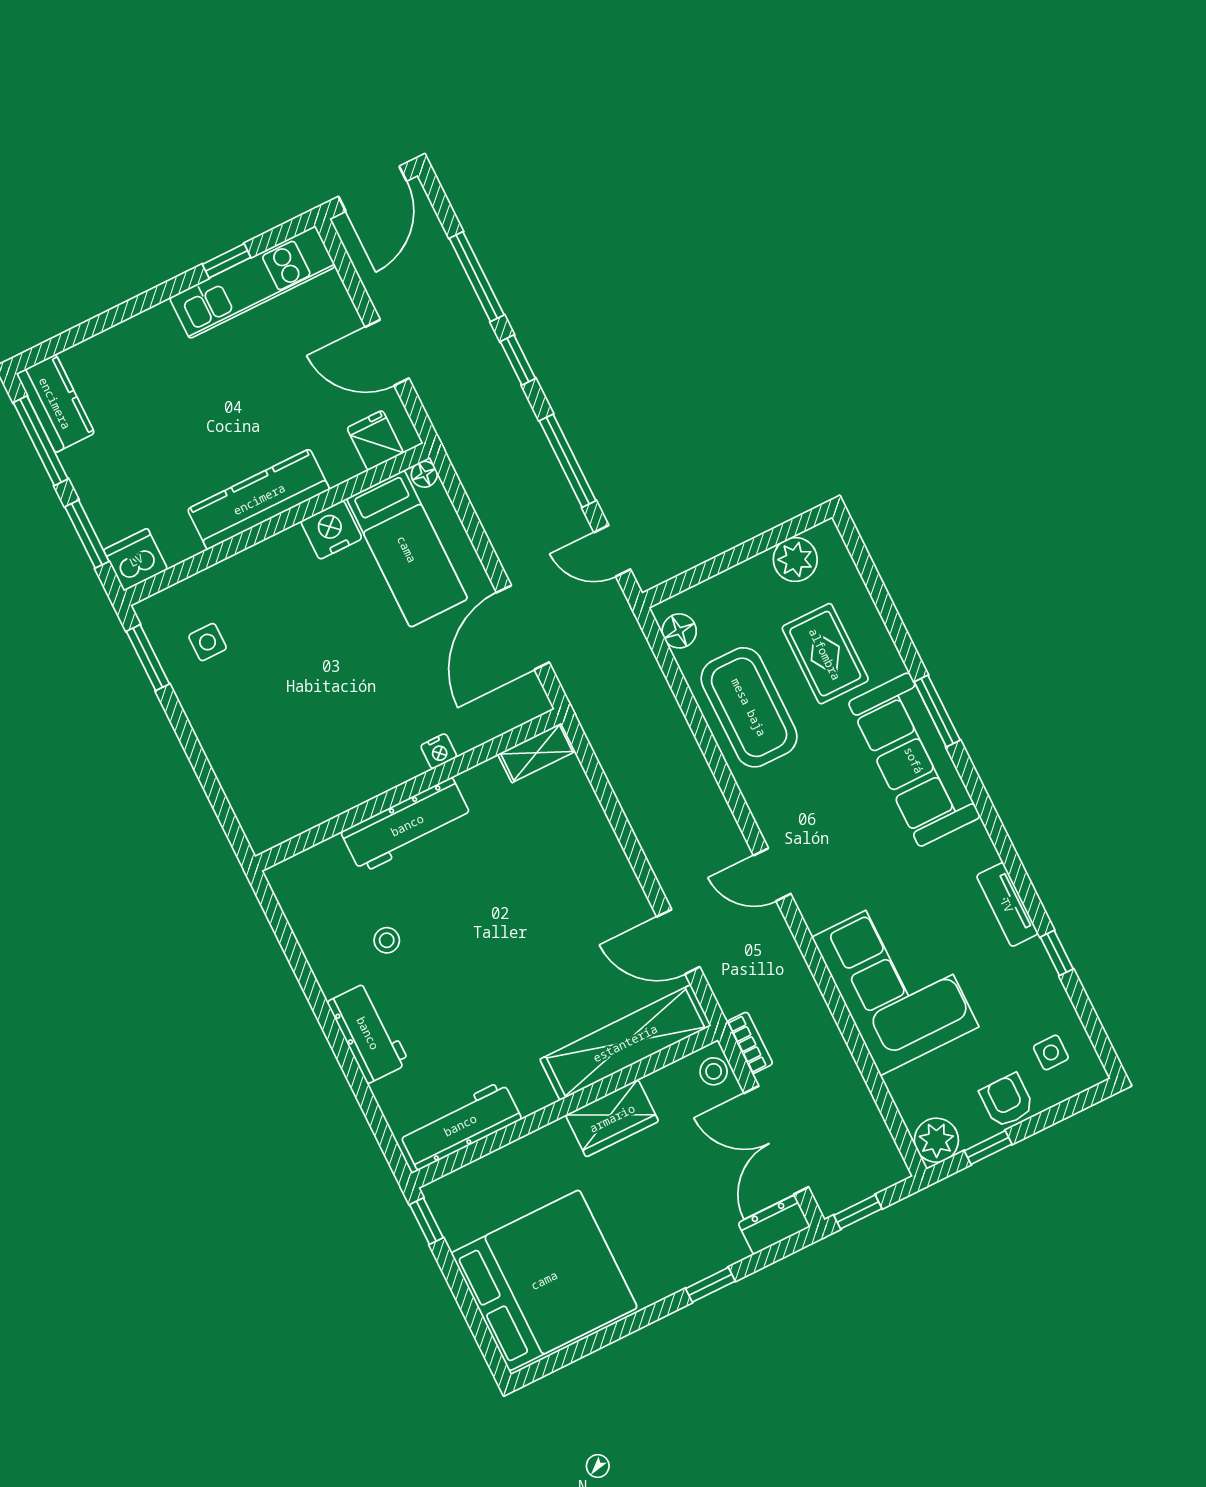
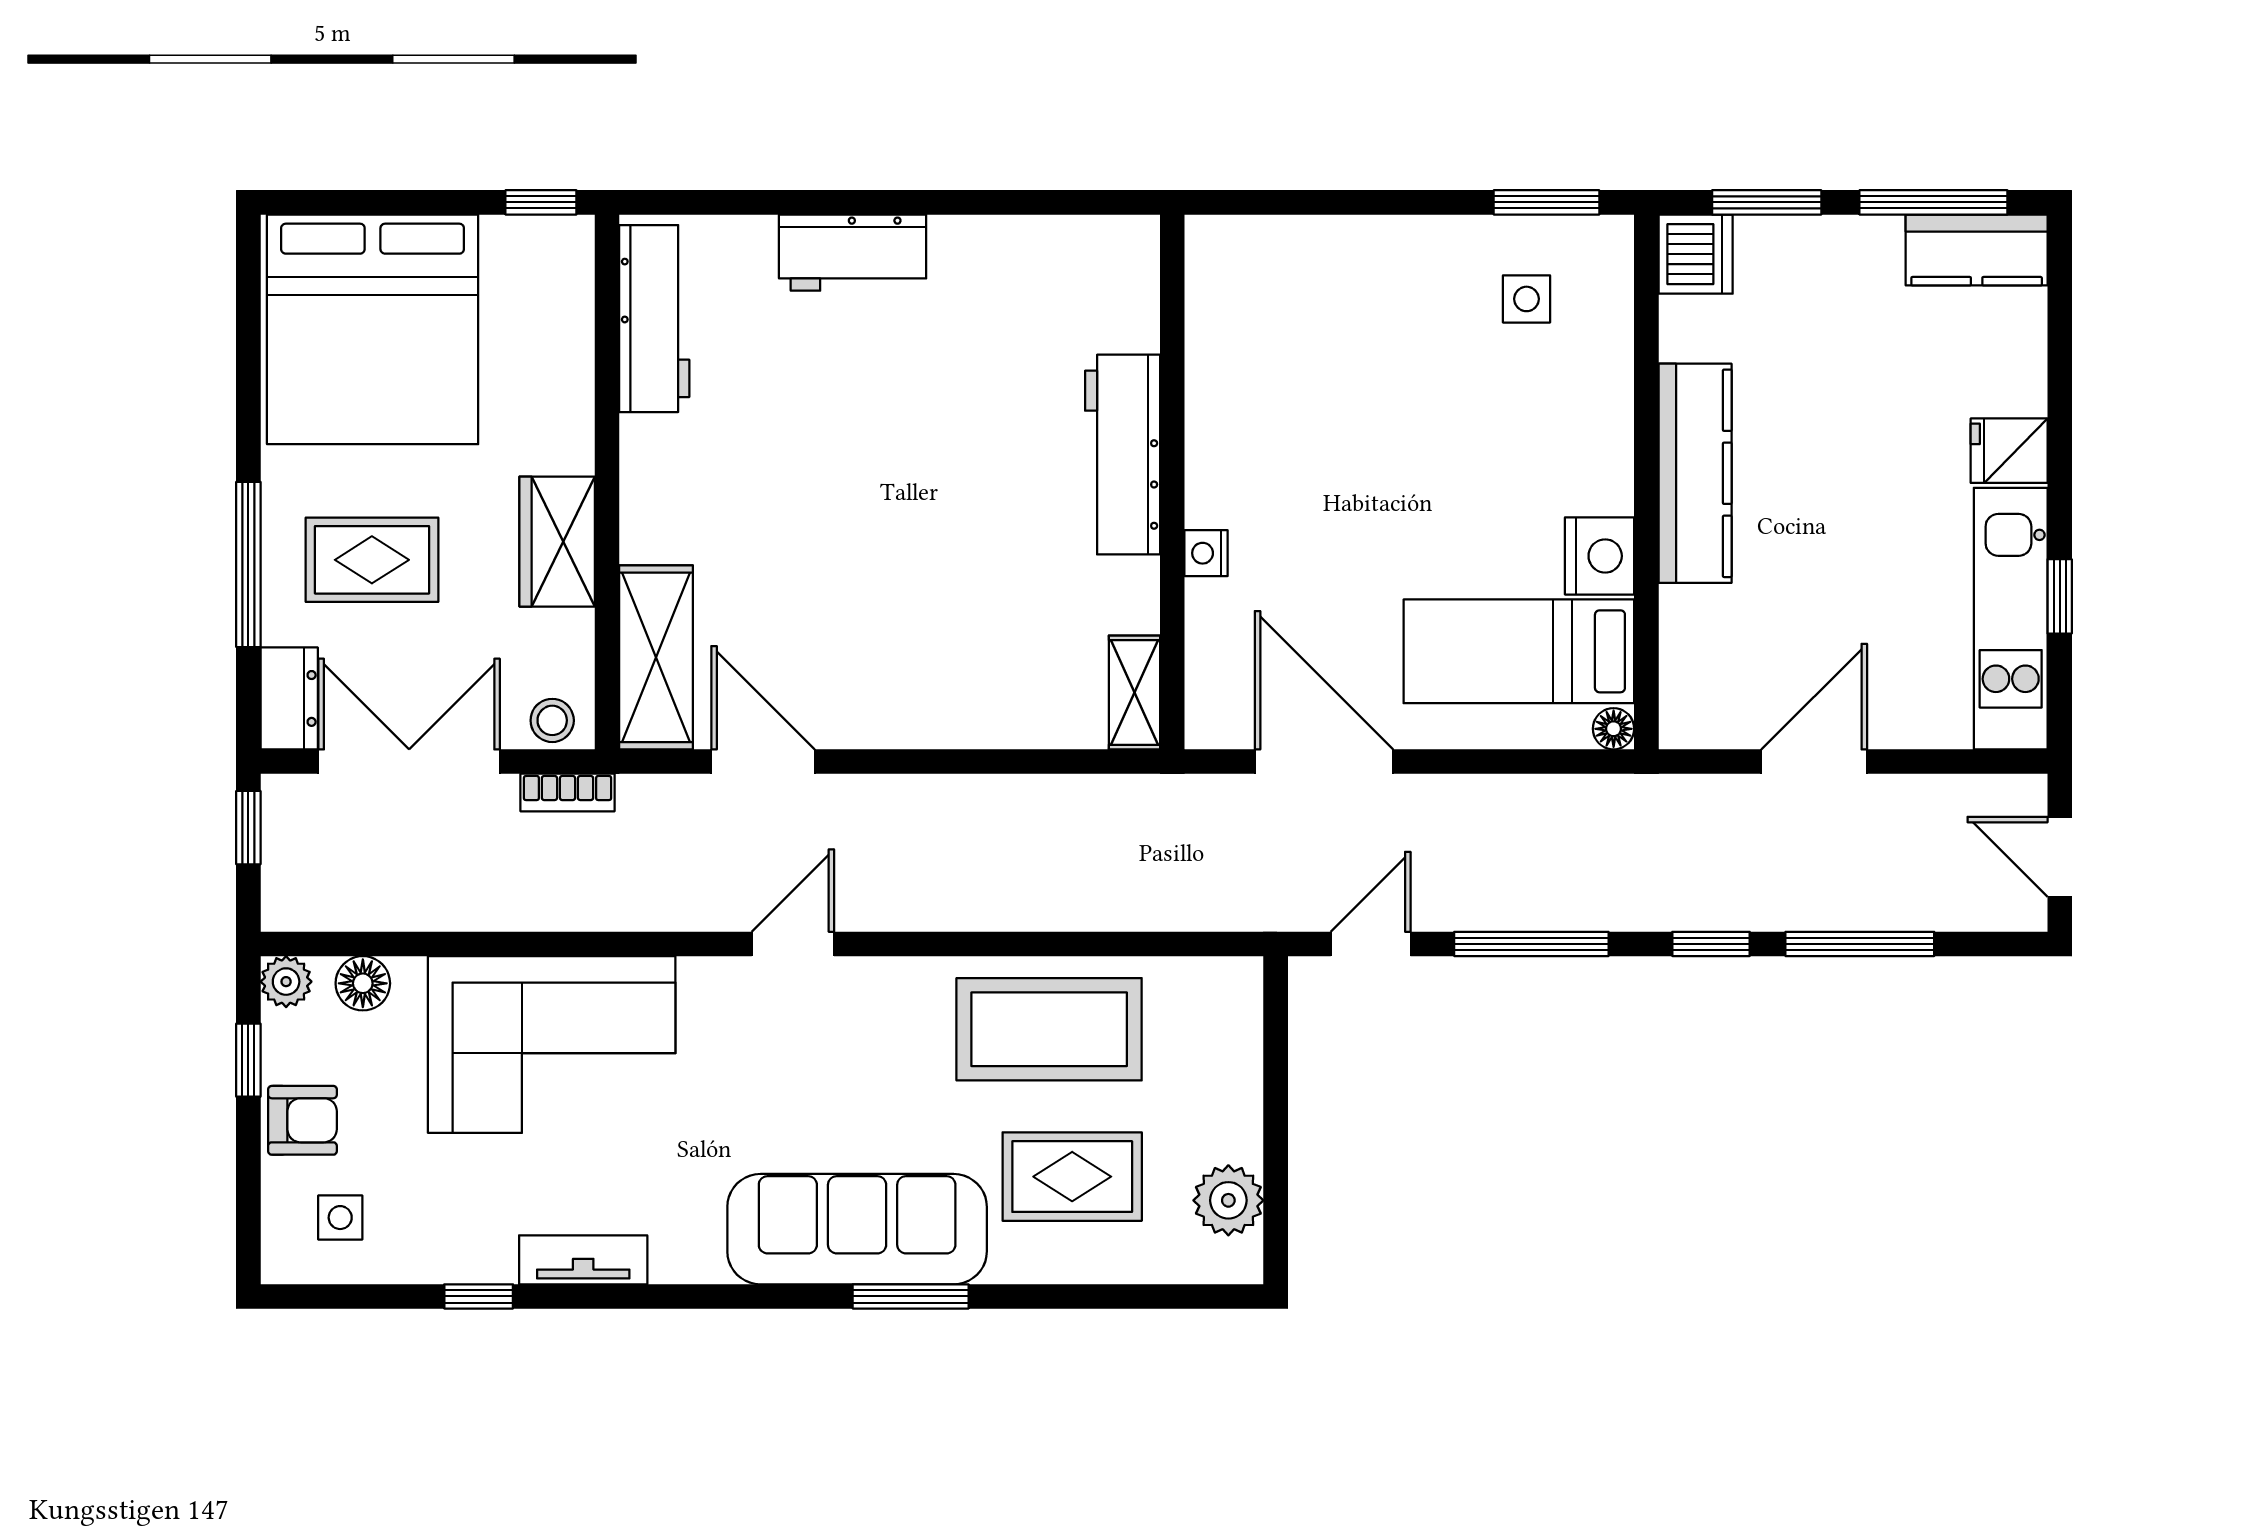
door: (372, 189) -> (2060, 857), width x0.73
fridge: (375, 440) -> (2009, 451), moved, turned 180
floor lamp: (679, 631) -> (363, 983), moved
stool: (387, 940) -> (972, 345), removed
door: (678, 942) -> (763, 762), hinge flipped
shelving: (625, 1043) -> (656, 657), width x0.68
plant: (936, 1140) -> (286, 982), width x0.73, depth x0.73
rug: (673, 1217) -> (372, 560), added
window: (710, 1285) -> (248, 564), width x2.17

